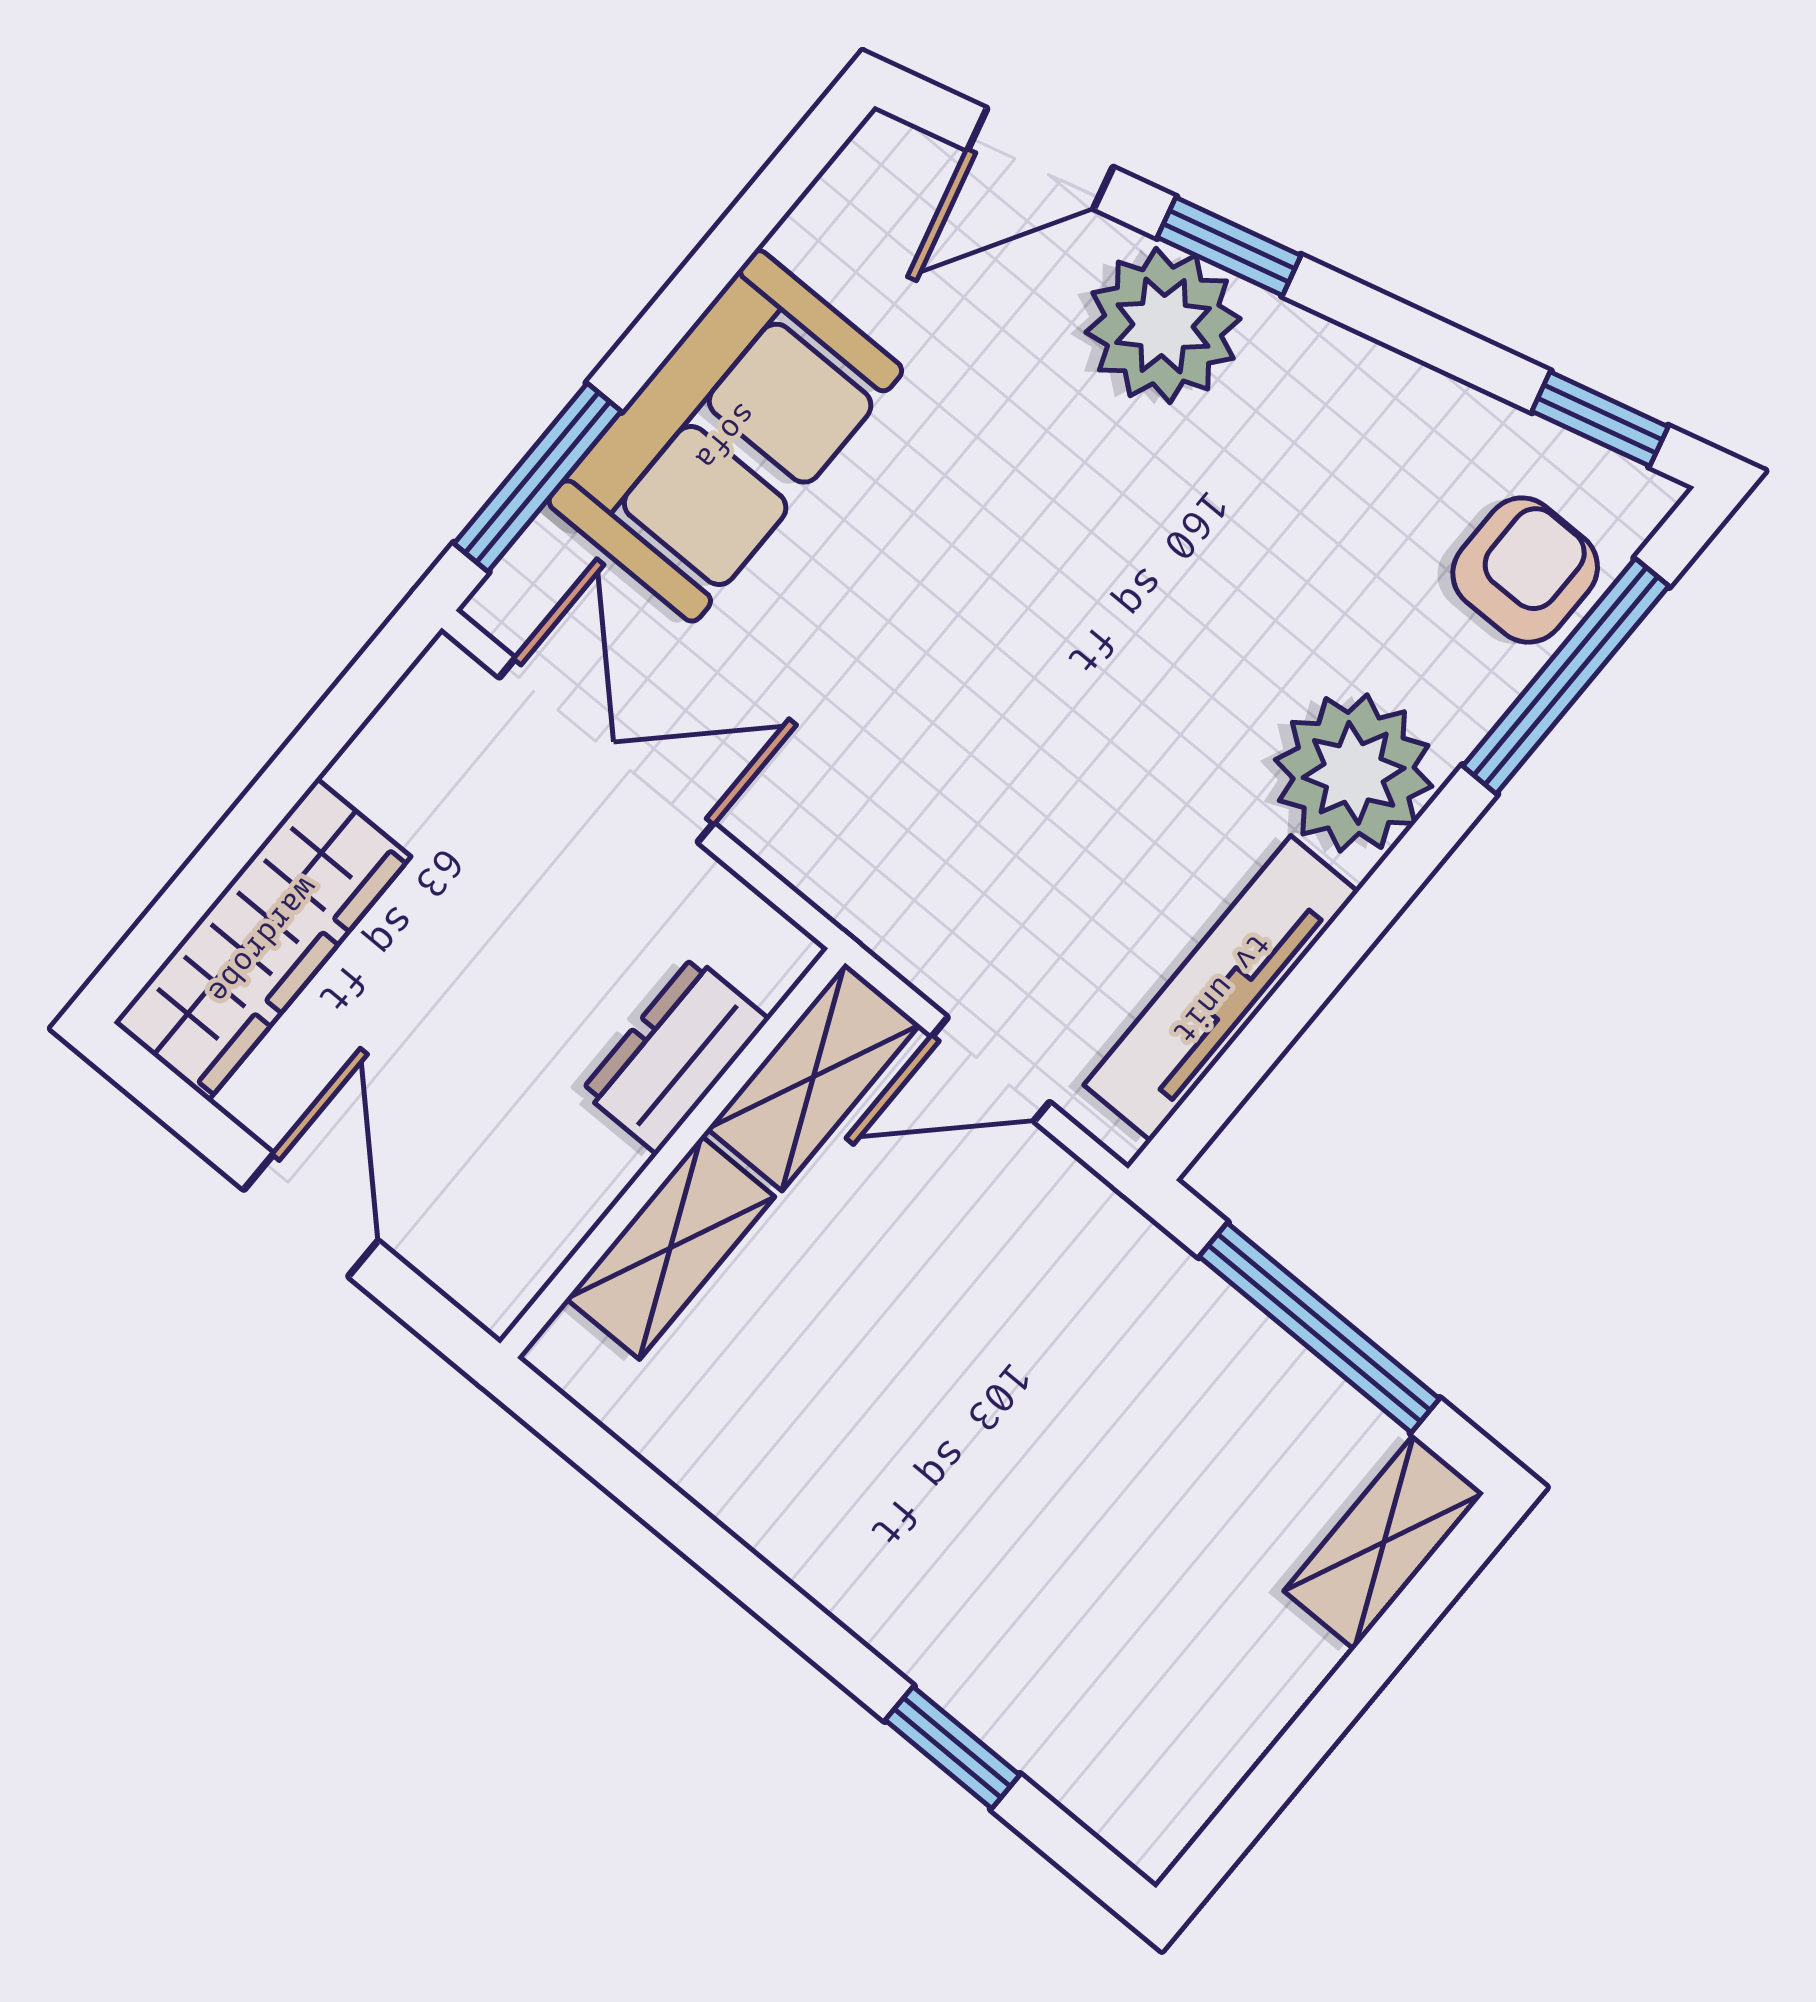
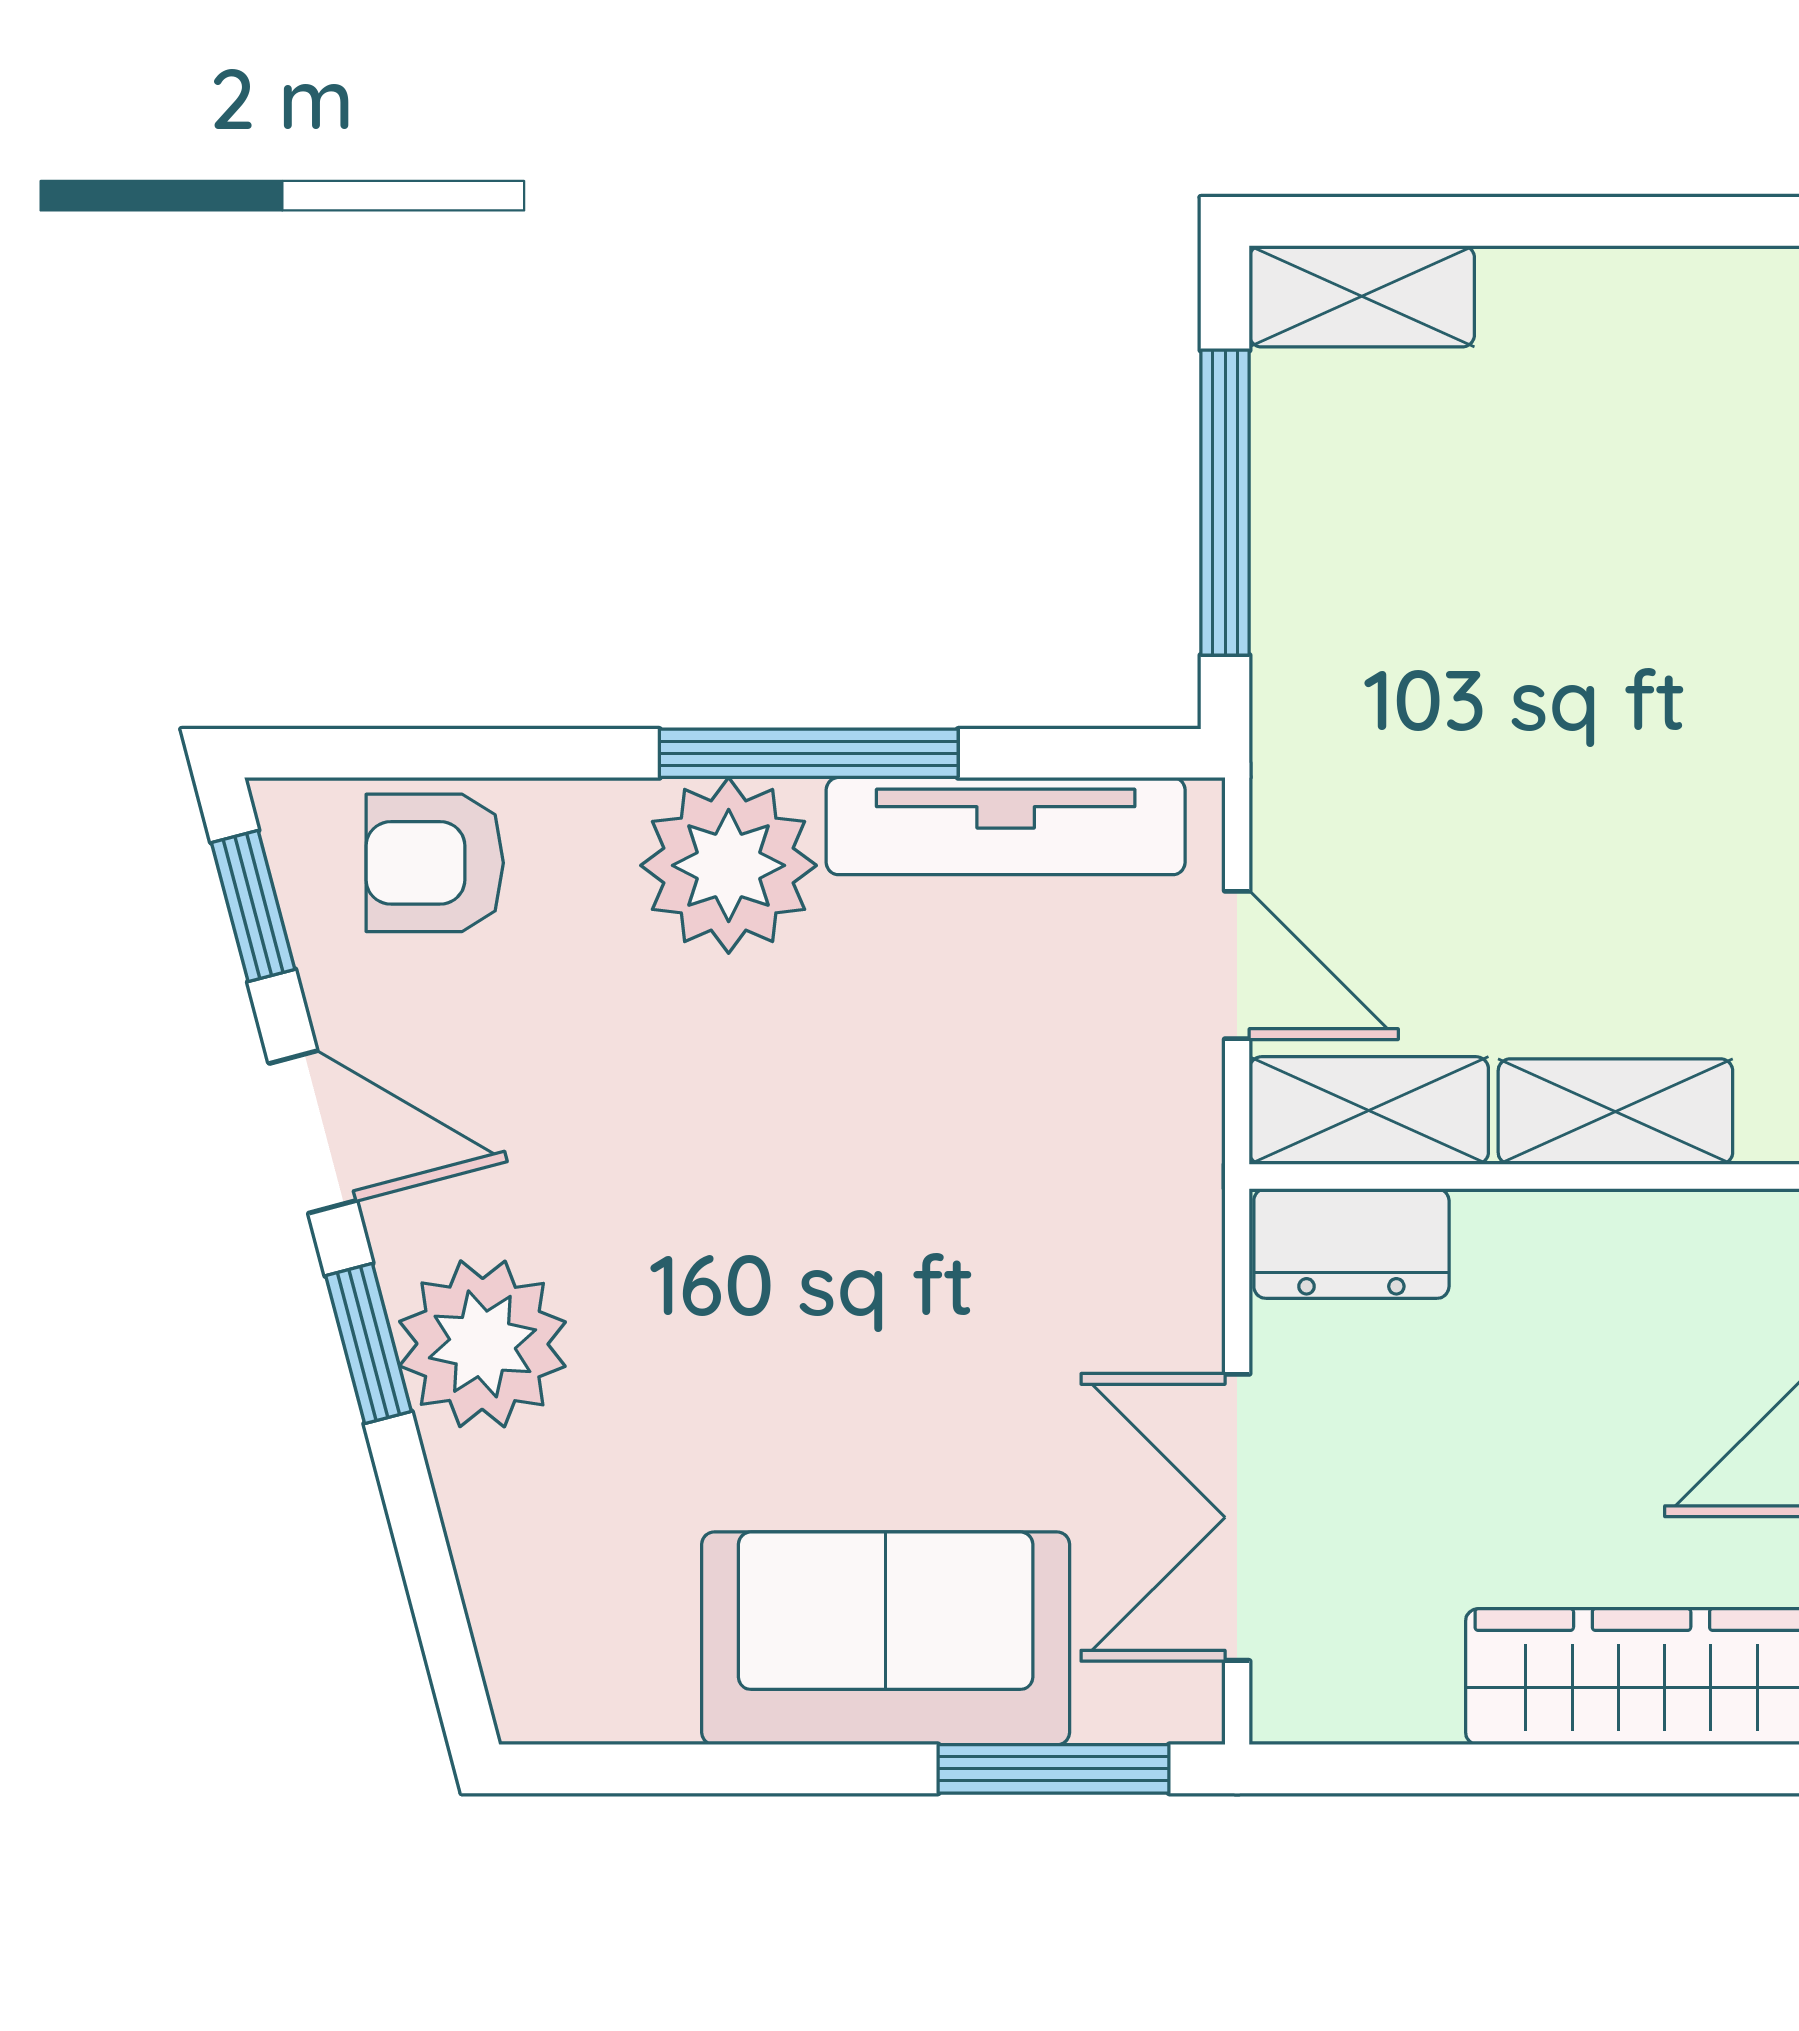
door: (1040, 159) -> (313, 1132), moved
window: (1566, 676) -> (809, 753), moved
dresser: (675, 1055) -> (1351, 1243), moved

